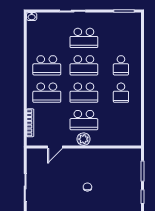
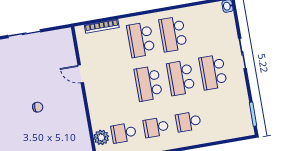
school desk: (84, 120) -> (124, 133), moved, width x0.54
plant: (84, 139) -> (101, 137), moved
door: (55, 147) -> (81, 74), moved

